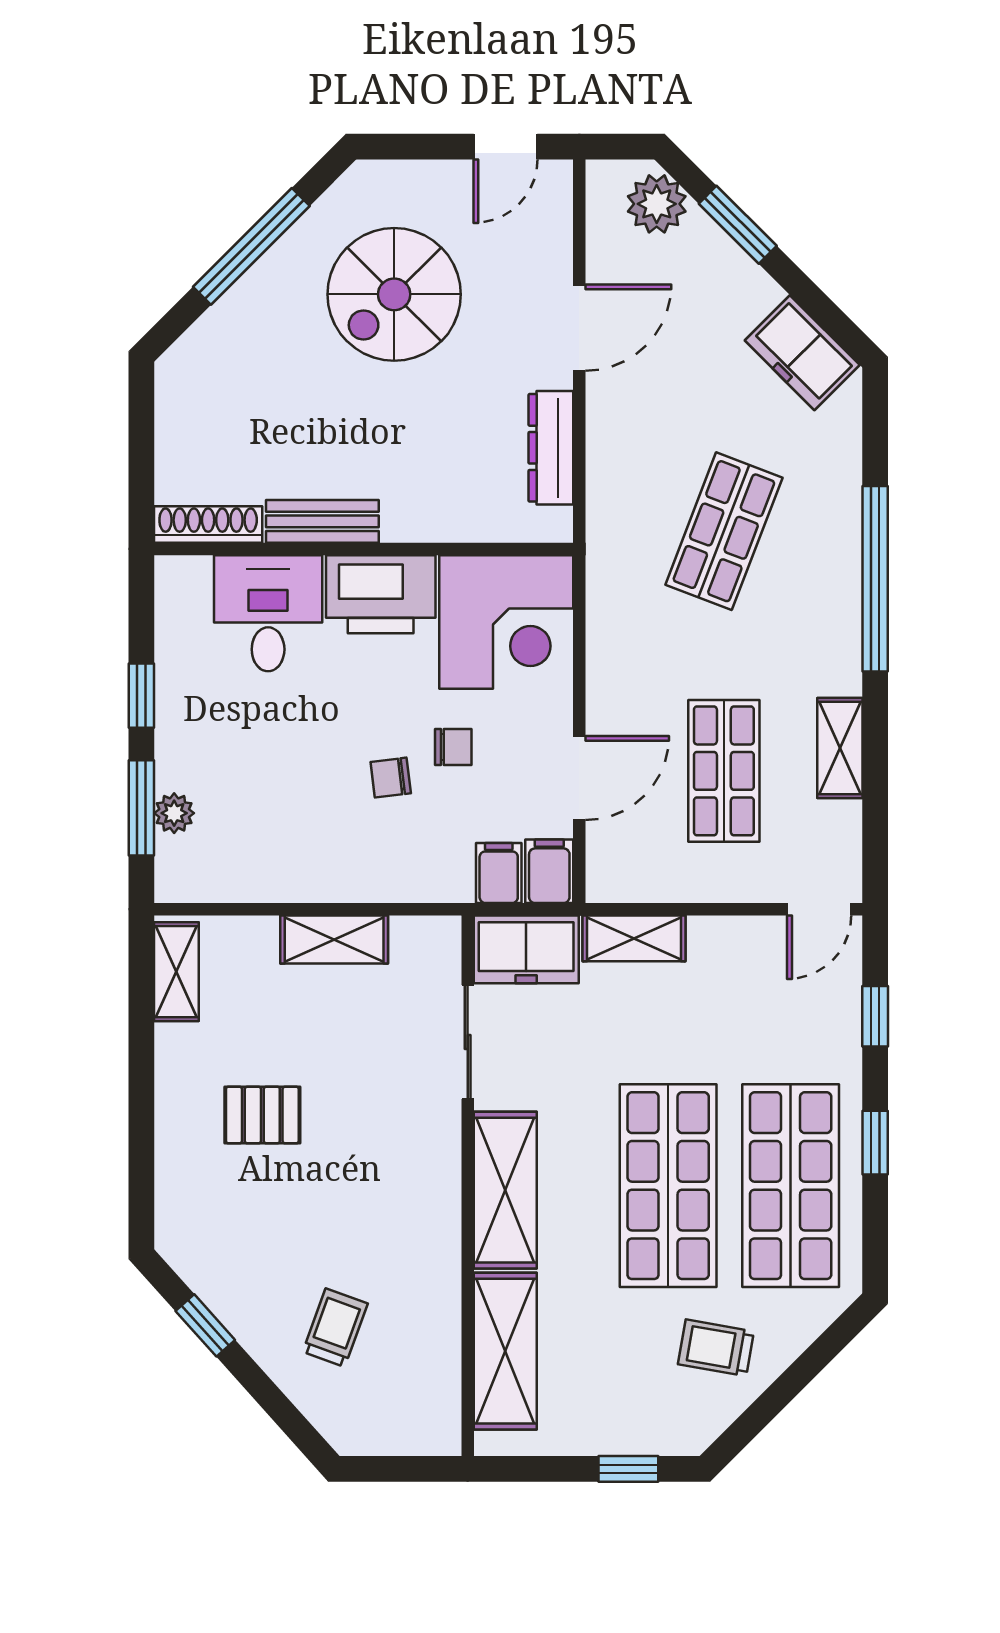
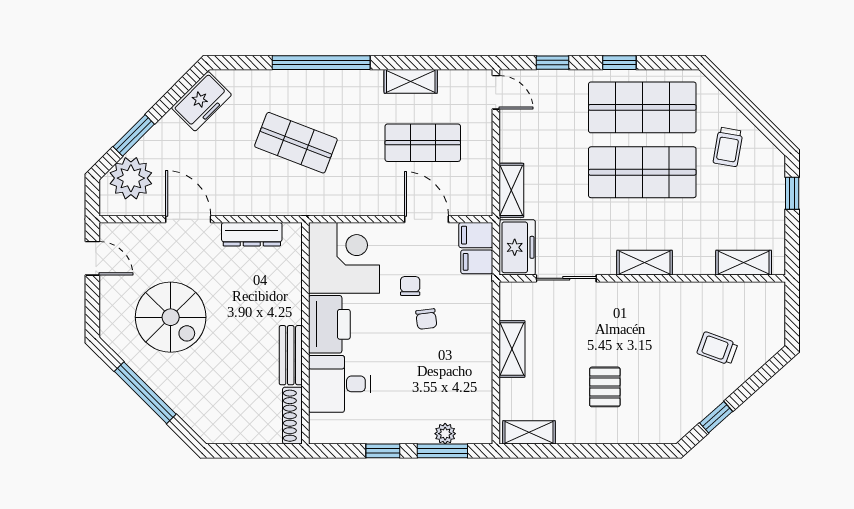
plant: (657, 204) -> (131, 178), width x1.36, depth x1.36
shelving: (505, 1190) -> (645, 263), width x0.67, depth x0.75
shelving: (505, 1351) -> (744, 263), width x0.67, depth x0.75

